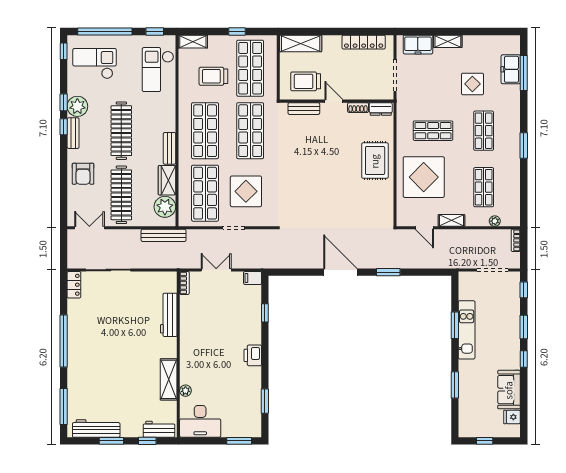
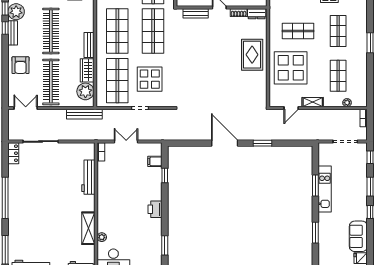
door: (424, 228) -> (291, 108), hinge flipped
filing cabinet: (253, 278) -> (155, 161), moved

